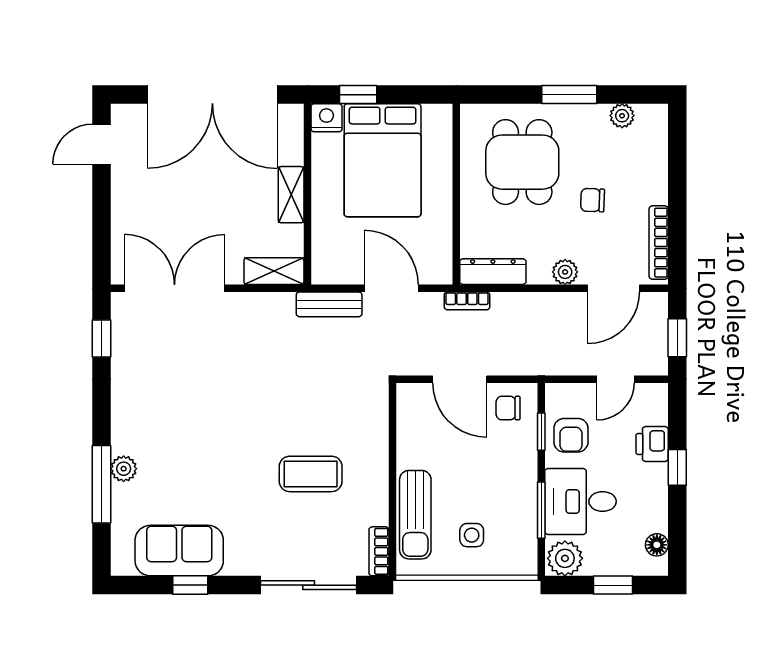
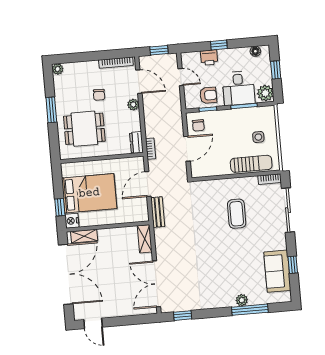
plant: (622, 116) -> (58, 69), moved
shelving: (291, 195) -> (84, 236), moved
dresser: (493, 272) -> (136, 143), width x0.70

